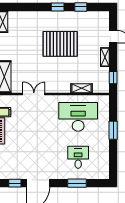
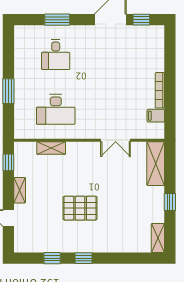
pallet: (60, 44) -> (80, 208), width x0.73, depth x0.71
desk: (78, 117) -> (56, 109), width x0.73, depth x0.77

